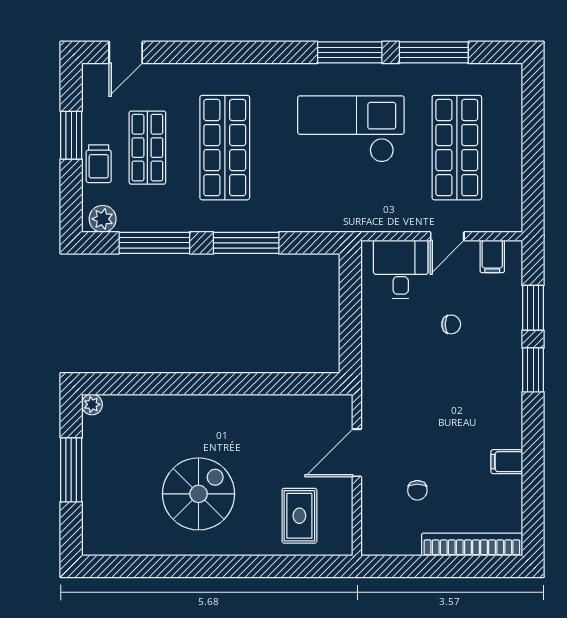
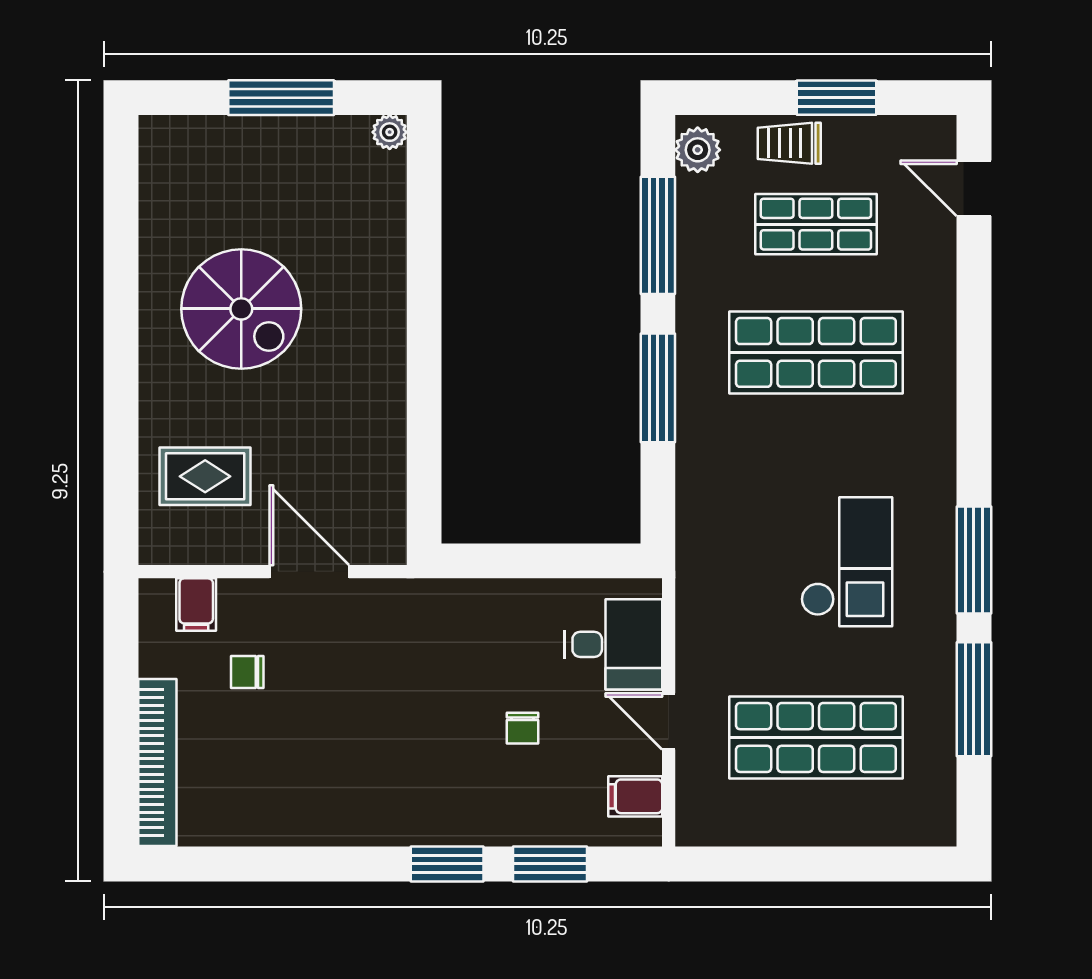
checkout: (351, 129) -> (847, 562), width x0.73, depth x0.83
filing cabinet: (507, 462) -> (196, 605), moved, turned 180

